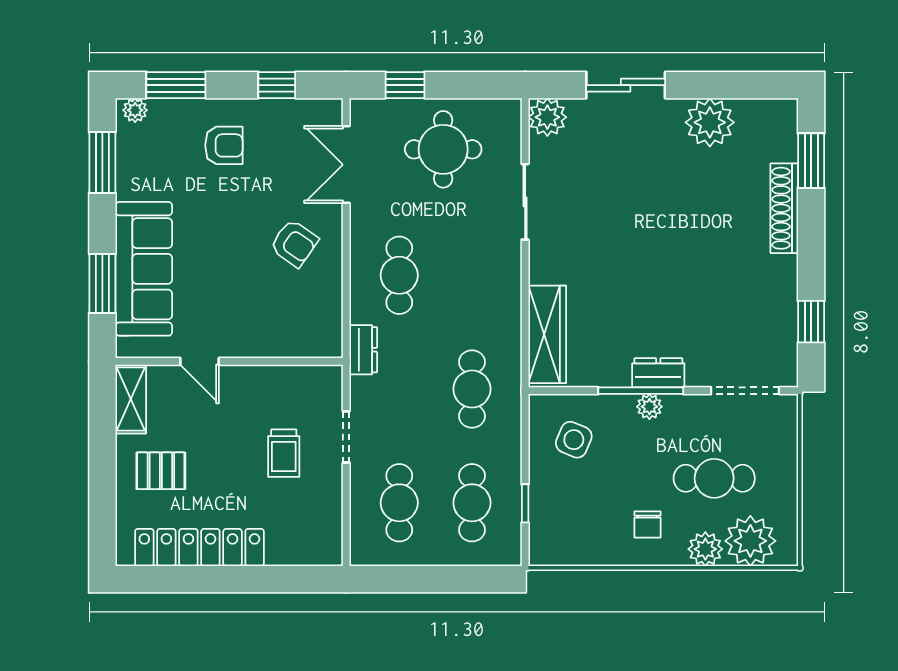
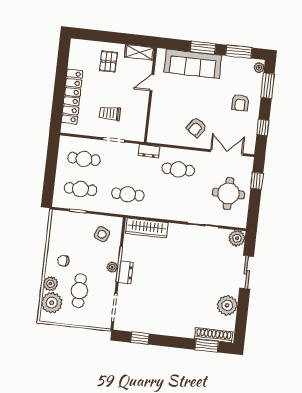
shoe rack: (784, 208) -> (214, 335), moved
window: (102, 284) -> (203, 48), moved
locker: (199, 548) -> (72, 97), moved

